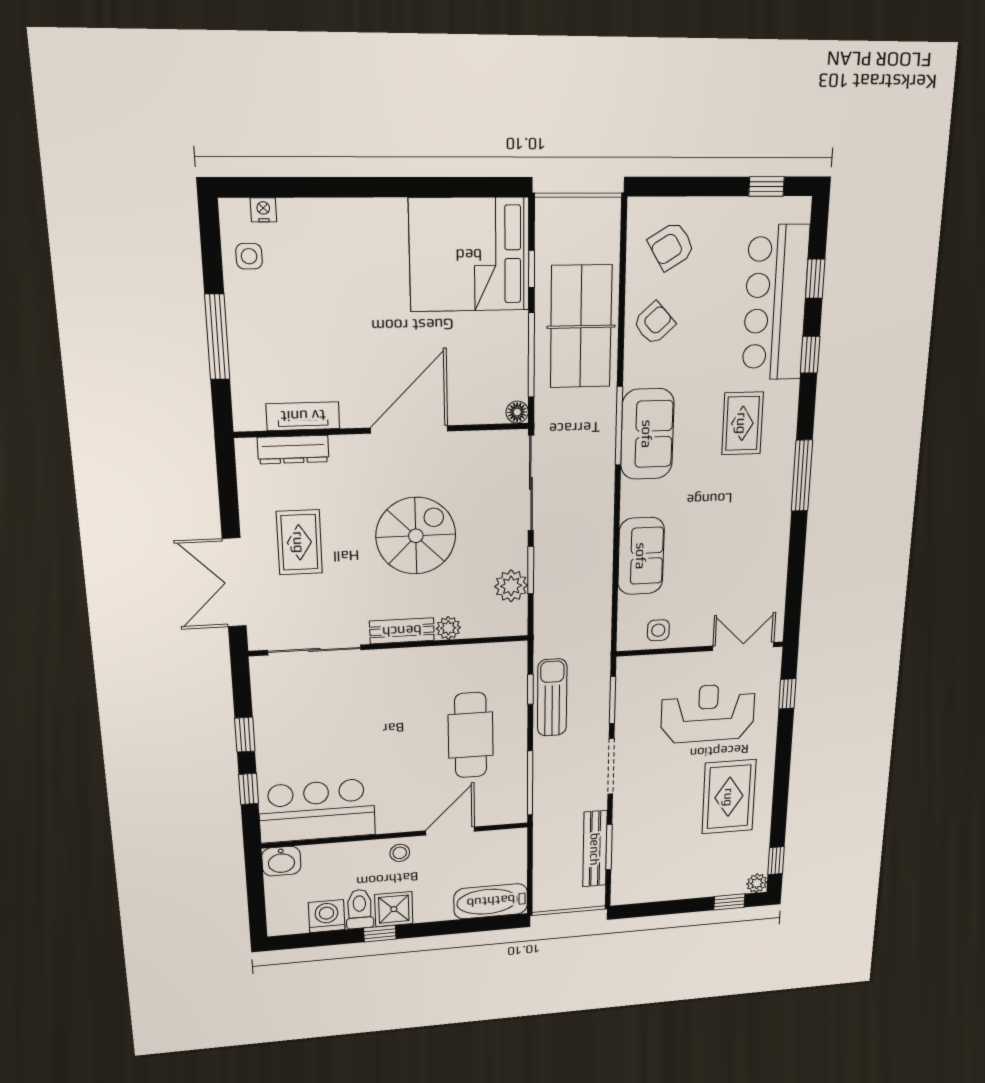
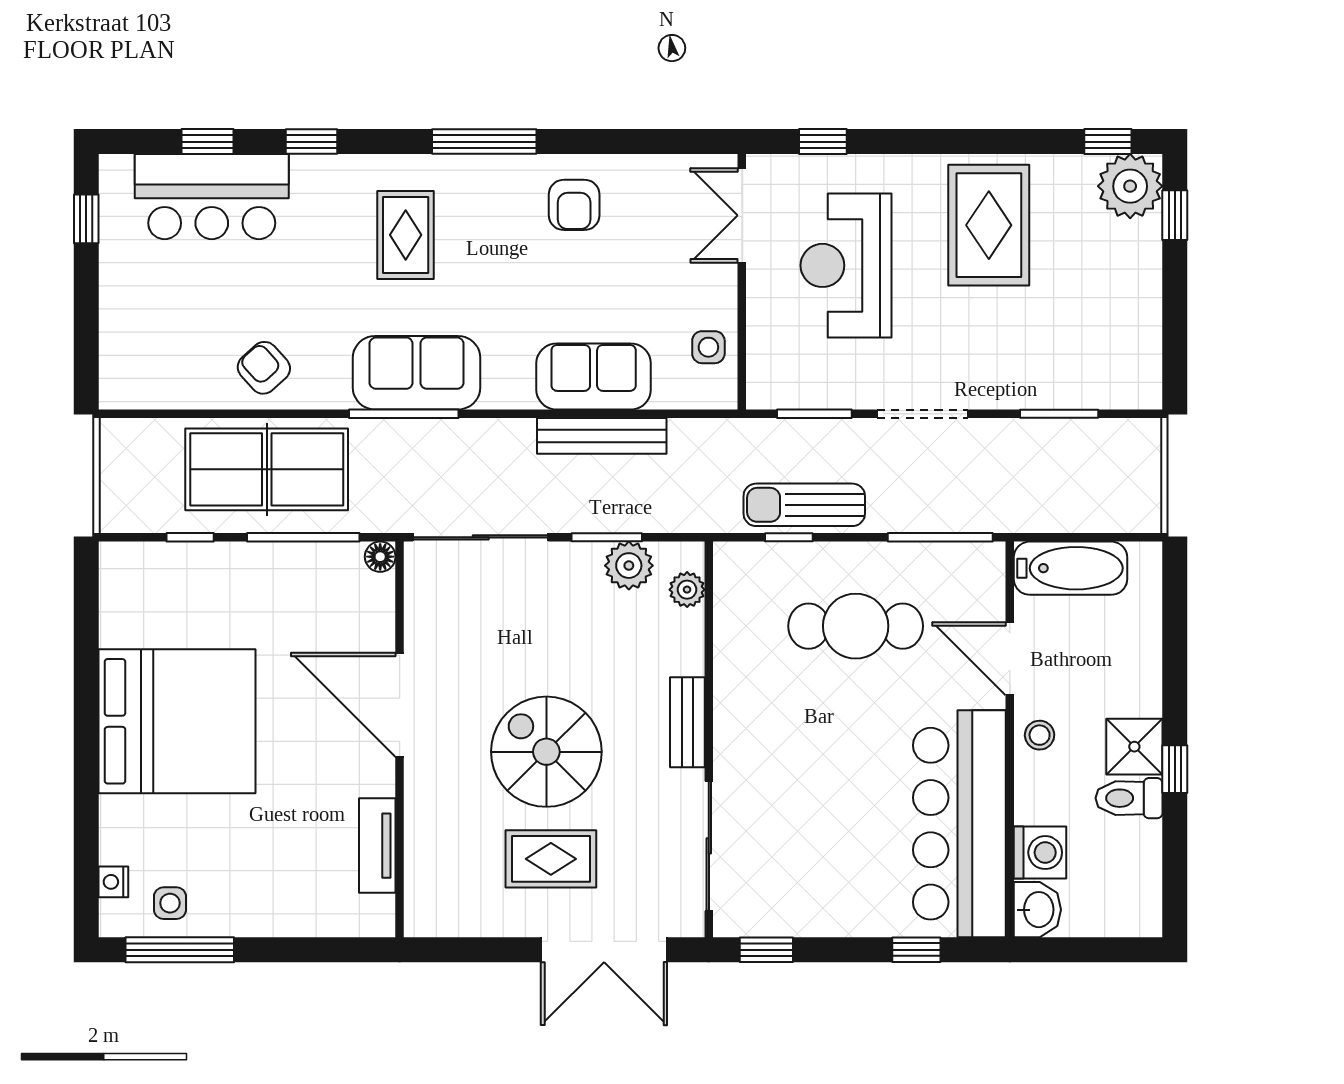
armchair: (671, 246) -> (574, 205), moved, turned 31
bed: (469, 255) -> (177, 721), moved, turned -90
bar counter: (776, 303) -> (212, 197), width x0.73
window: (217, 337) -> (180, 950), moved
rug: (742, 423) -> (406, 235), turned 90
dresser: (293, 450) -> (422, 861), removed
spiral stairs: (416, 536) -> (546, 752), moved
plant: (448, 628) -> (687, 590), moved
window: (245, 735) -> (766, 950), moved
rug: (729, 797) -> (989, 225), turned 90
bar counter: (317, 811) -> (959, 824), width x1.36
bench: (595, 849) -> (602, 436), moved
plant: (757, 883) -> (1130, 186), width x1.87, depth x1.87
bathtub: (491, 901) -> (1071, 568), moved, turned -90
washing machine: (327, 916) -> (1040, 853), moved, turned 180

